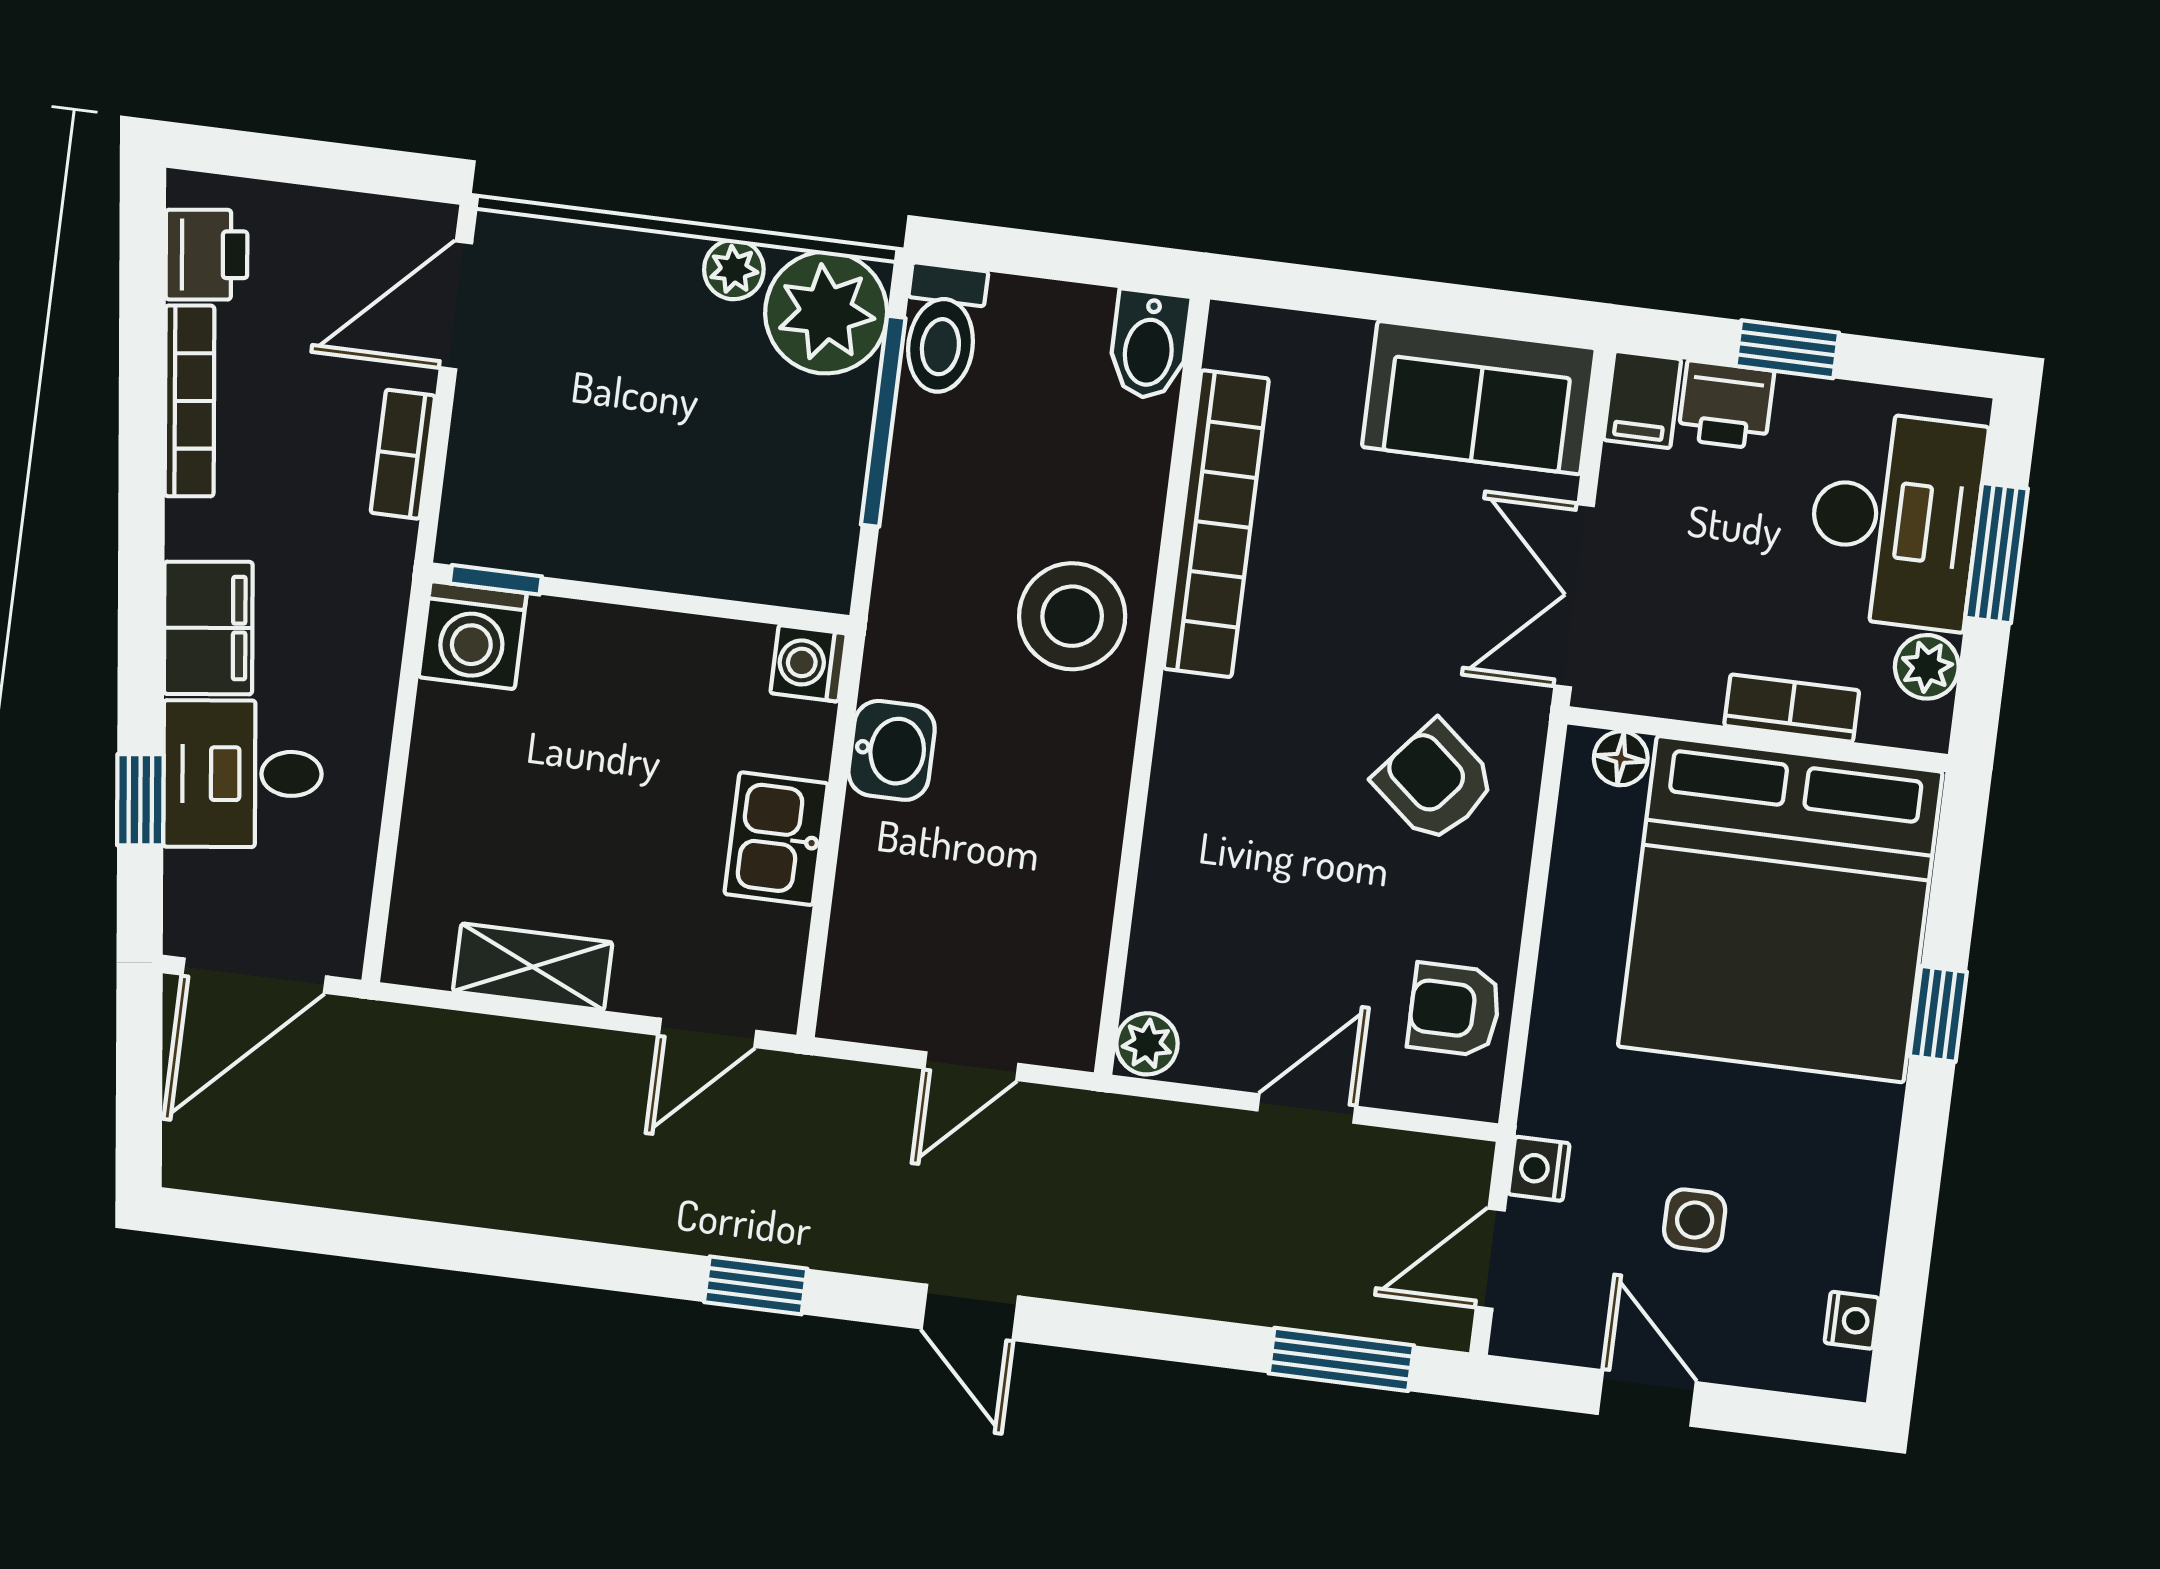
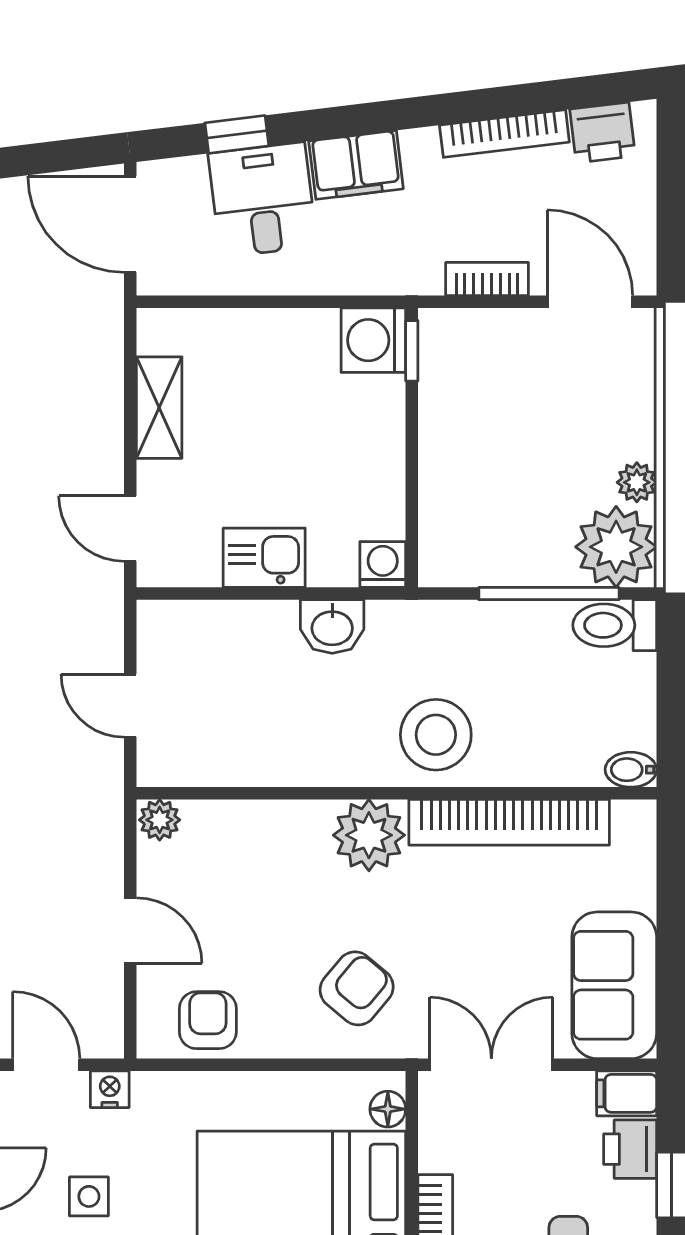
bidet: (1149, 345) -> (631, 770), width x0.72, depth x0.74
plant: (1209, 735) -> (369, 835), added

